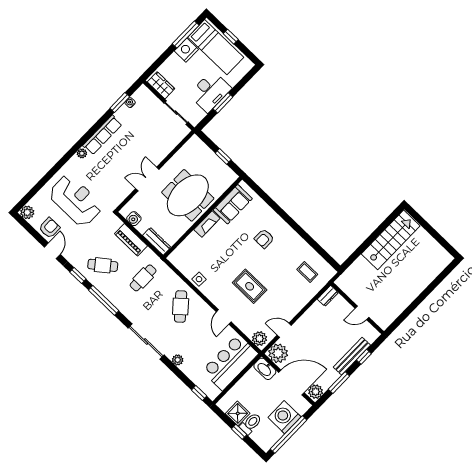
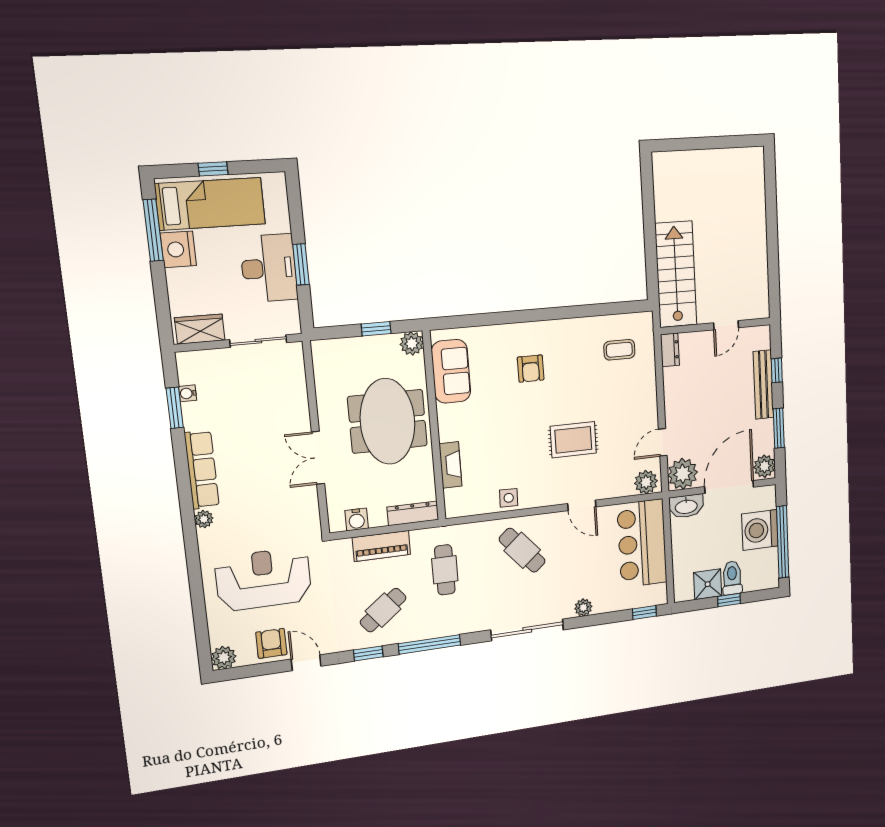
plant: (230, 177) -> (412, 343), added
fireplace: (207, 224) -> (450, 465), moved
stairs: (391, 240) -> (676, 274), moved

